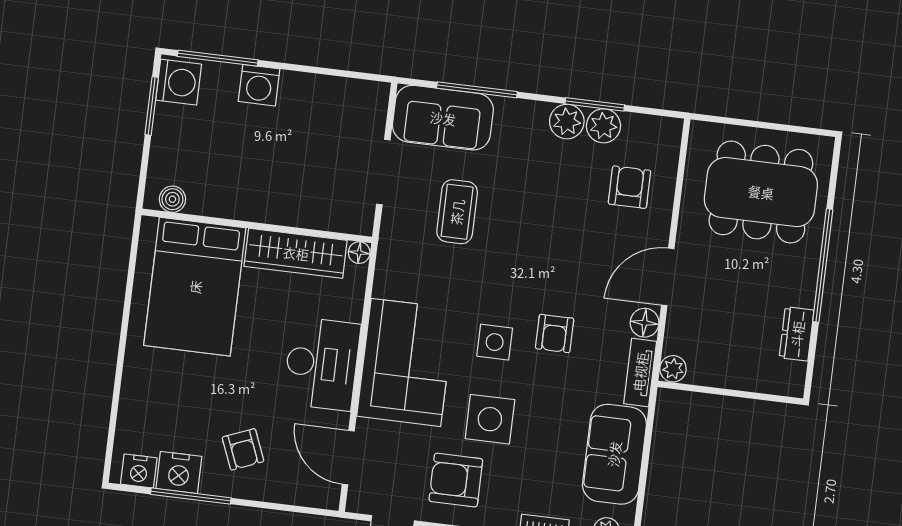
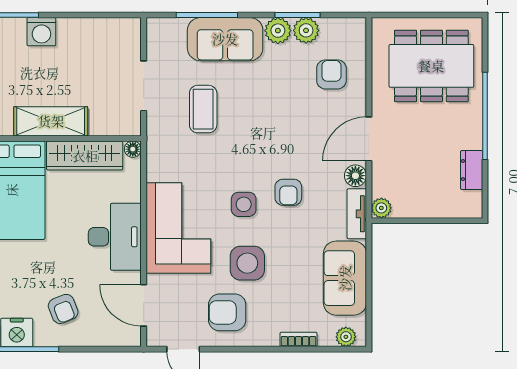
sofa: (443, 118) -> (225, 39), moved
shelving: (257, 203) -> (51, 121), added

